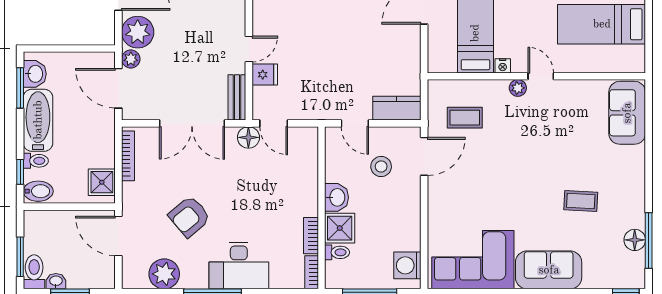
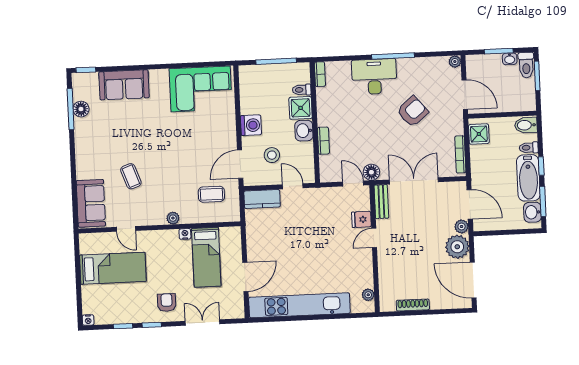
door: (541, 76) -> (126, 229), moved
window: (20, 172) -> (541, 166), moved
coffee table: (581, 201) -> (131, 176), moved, turned 67
bookcase: (311, 236) -> (323, 141), moved
washing machine: (407, 265) -> (251, 125), moved
sofa: (549, 270) -> (124, 85), moved
plant: (164, 274) -> (455, 62), moved, width x0.53, depth x0.53

